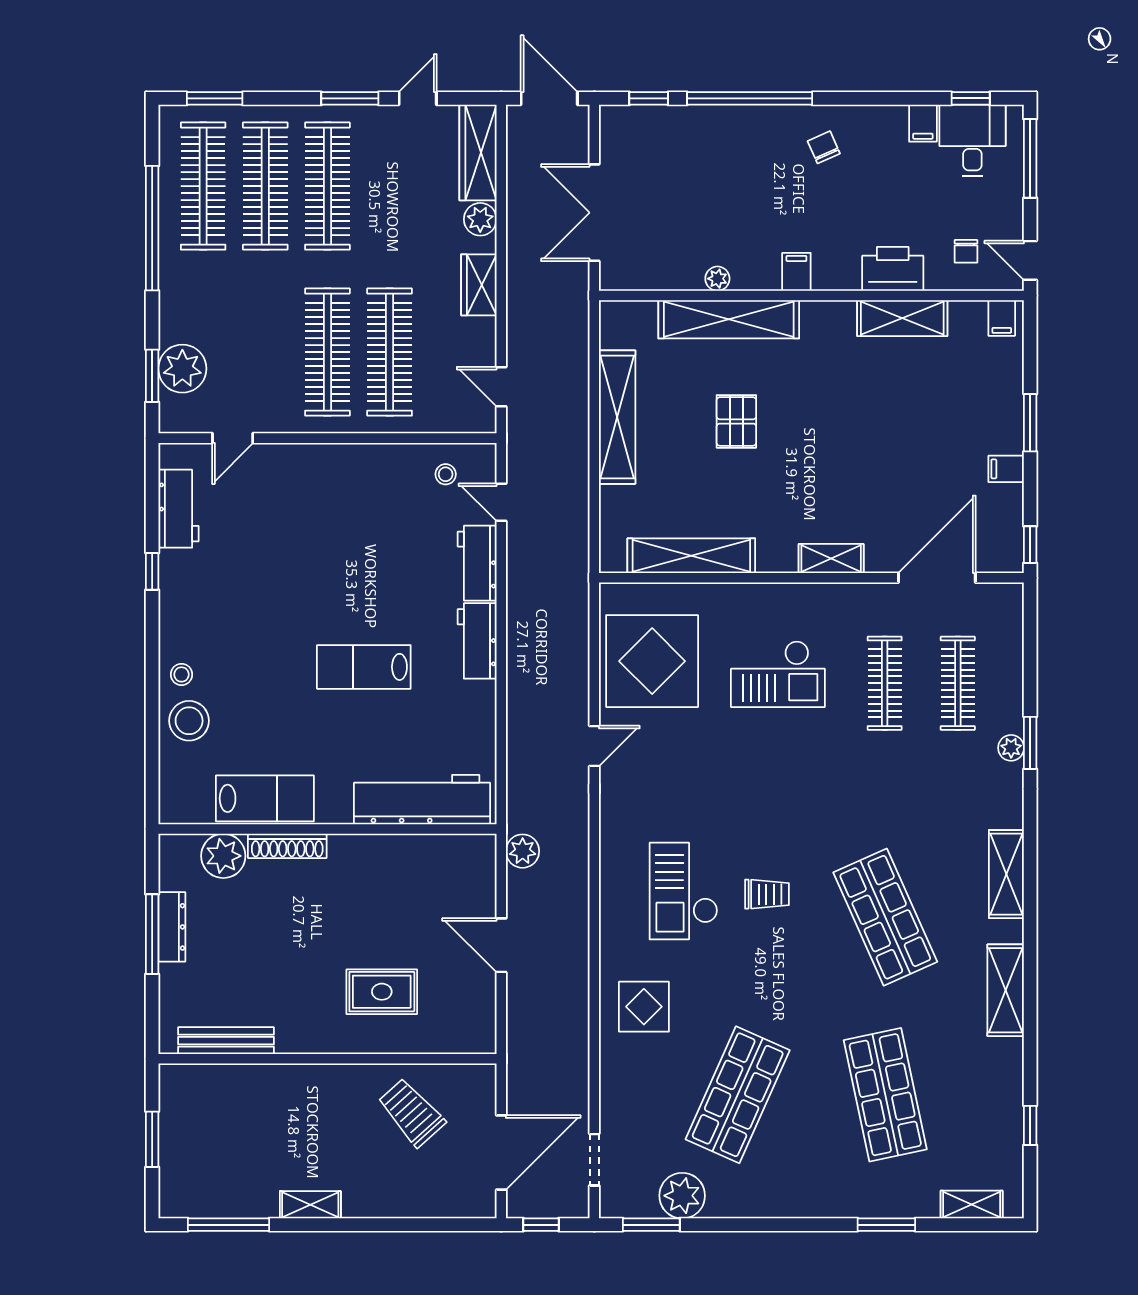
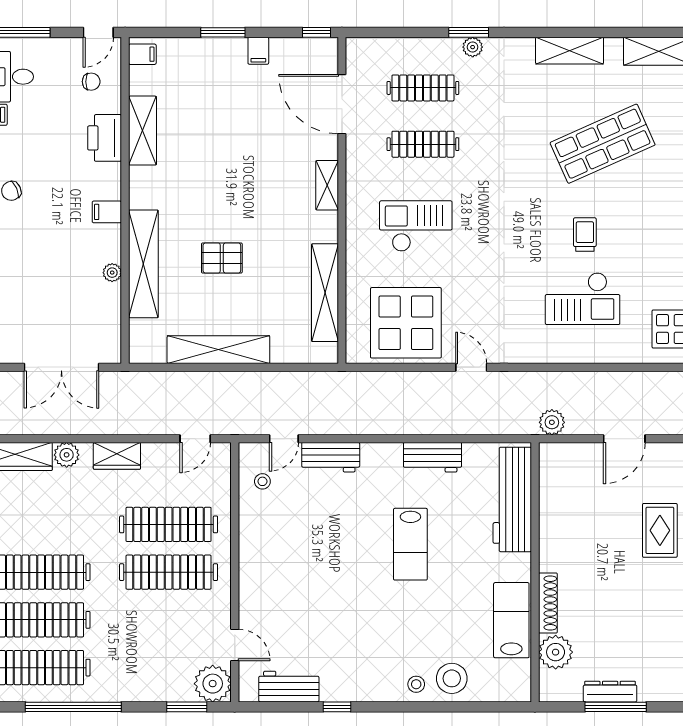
plant: (182, 369) -> (213, 684), moved
workbench: (477, 641) -> (432, 457), moved
checkout: (778, 674) -> (416, 226), turned -90

